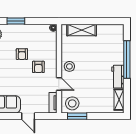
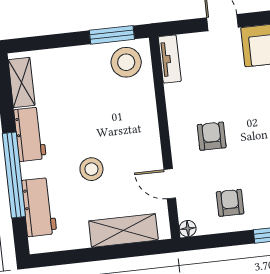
workbench: (117, 44) -> (39, 207), added
armchair: (22, 54) -> (230, 203), moved
stool: (69, 66) -> (91, 169), moved
door: (59, 84) -> (170, 184), moved

